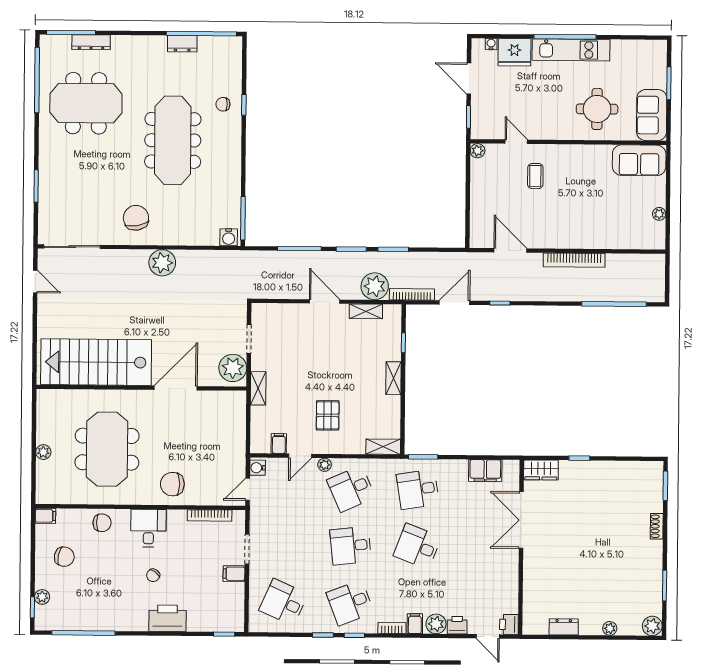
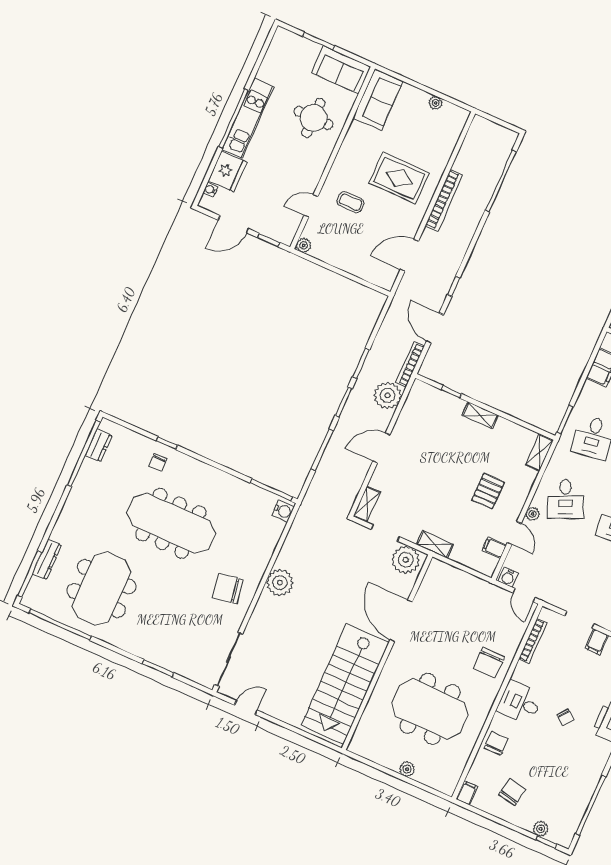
dresser: (182, 44) -> (99, 445), moved
rug: (577, 211) -> (399, 178), added
shelving: (366, 311) -> (367, 504), moved
pallet: (328, 415) -> (488, 491), turned 90

